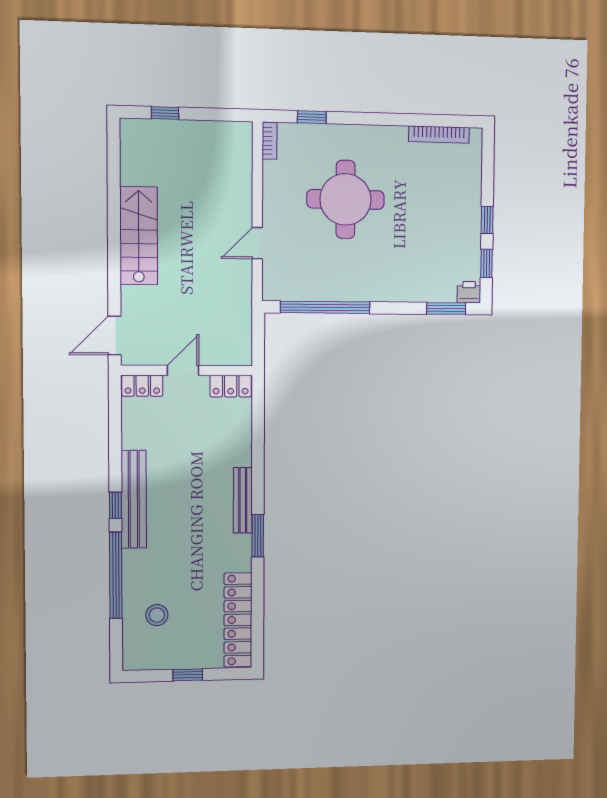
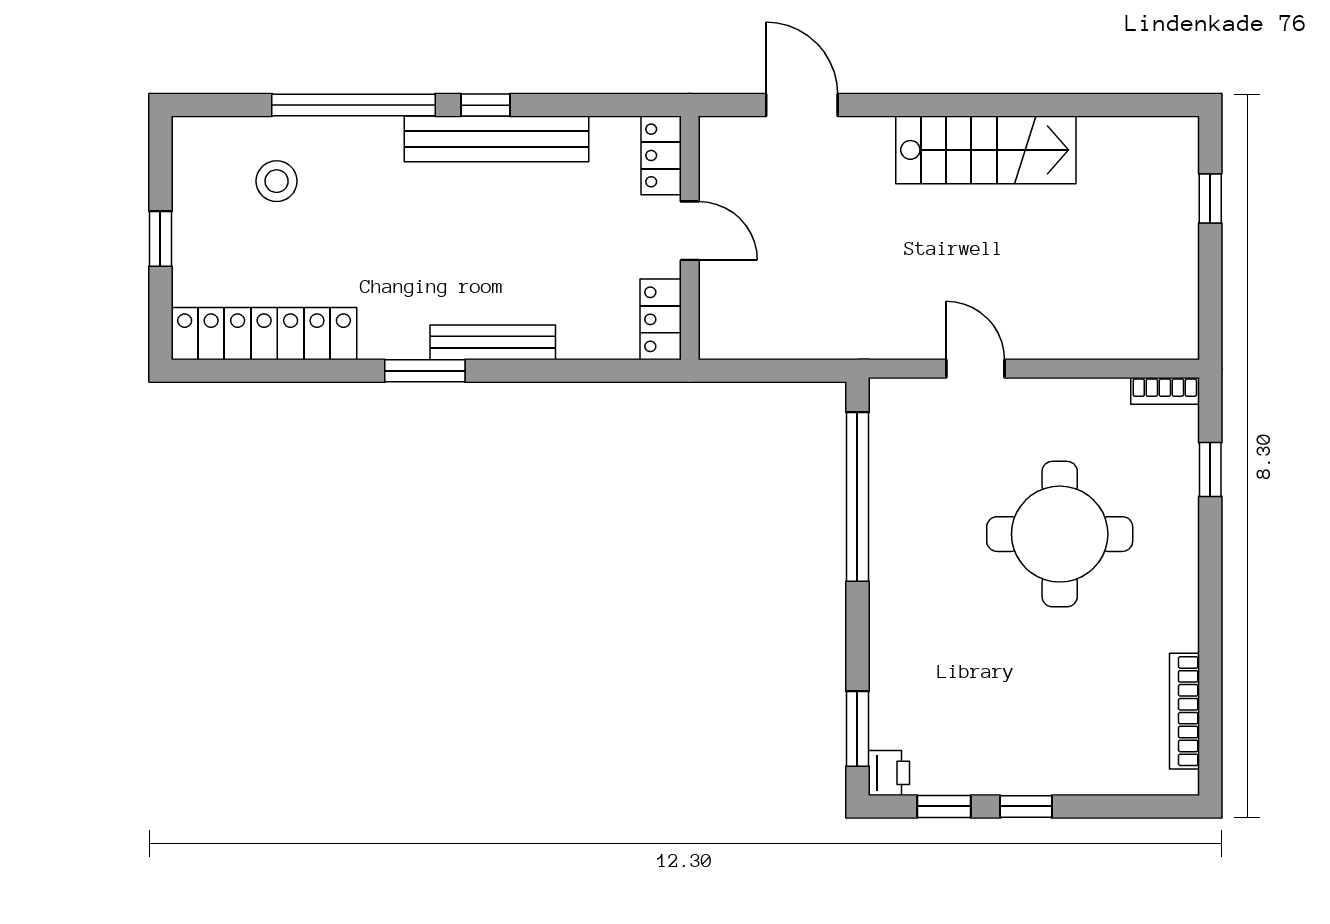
door: (183, 370) -> (690, 231), moved
wall: (187, 370) -> (690, 238), moved
locker: (142, 386) -> (661, 155), moved
locker: (231, 386) -> (661, 319), moved

